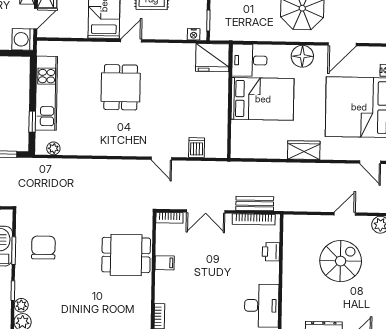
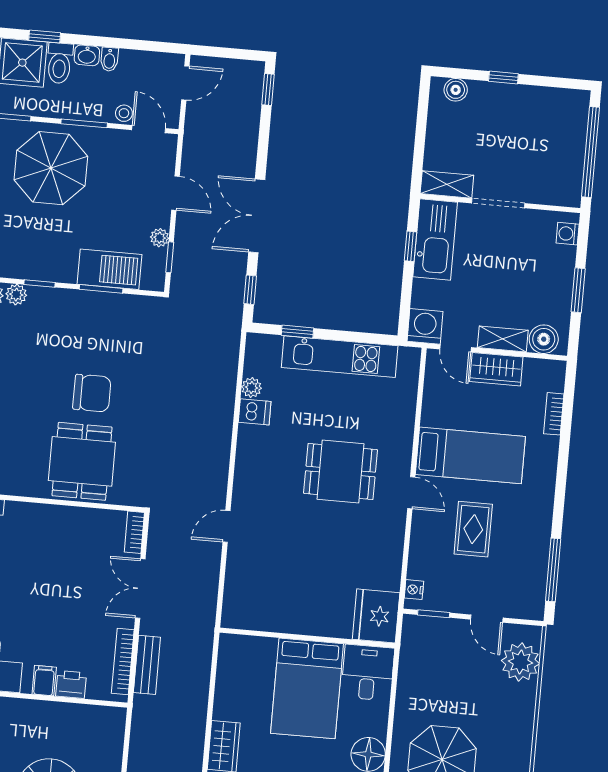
plant: (53, 148) -> (252, 388), moved
dishwasher: (197, 148) -> (255, 412), moved
chair: (43, 247) -> (92, 393), moved
filing cabinet: (165, 263) -> (44, 681), moved, turned 180

